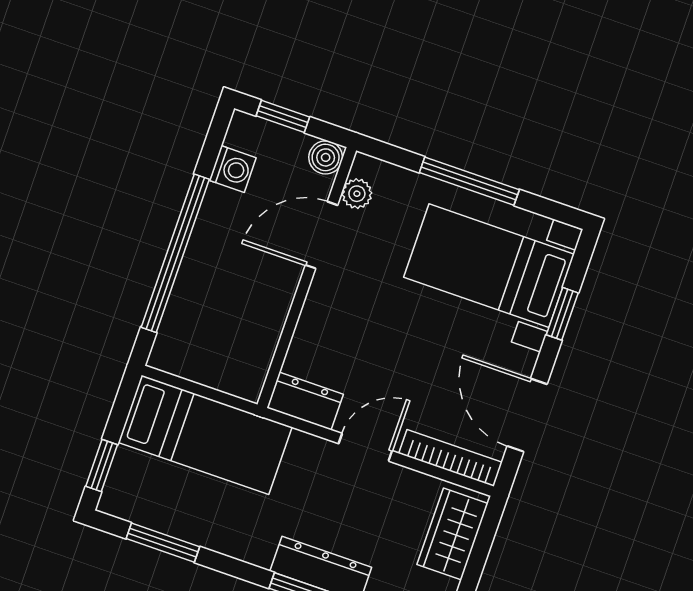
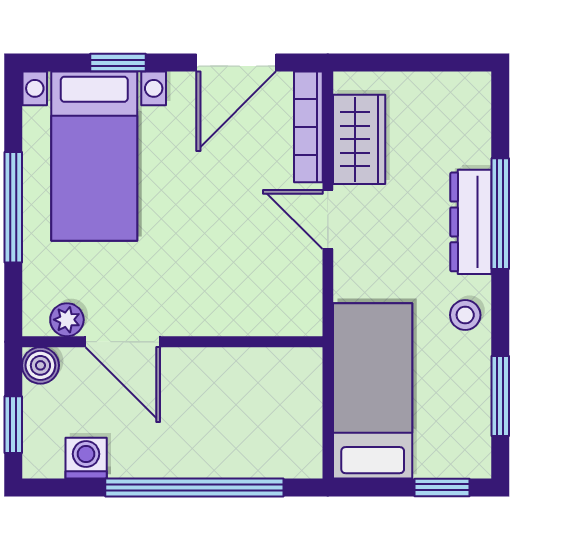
dresser: (305, 401) -> (301, 299), removed
wardrobe: (453, 534) -> (359, 139), moved, turned -90
stool: (243, 537) -> (465, 315), added

